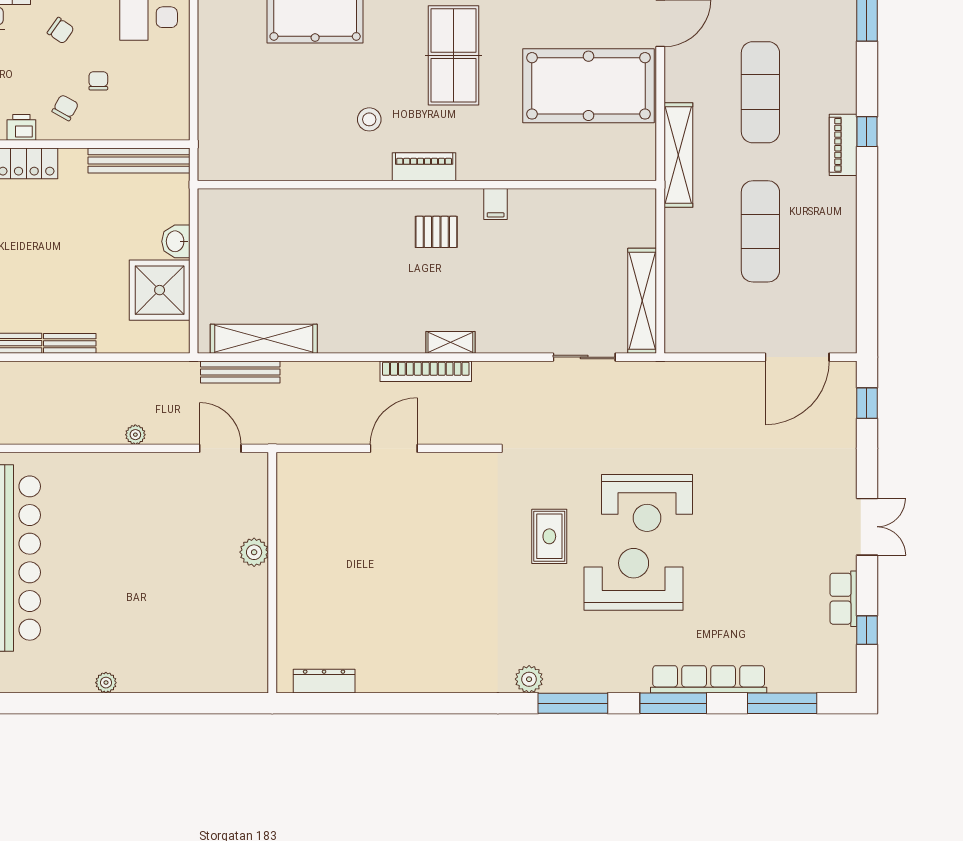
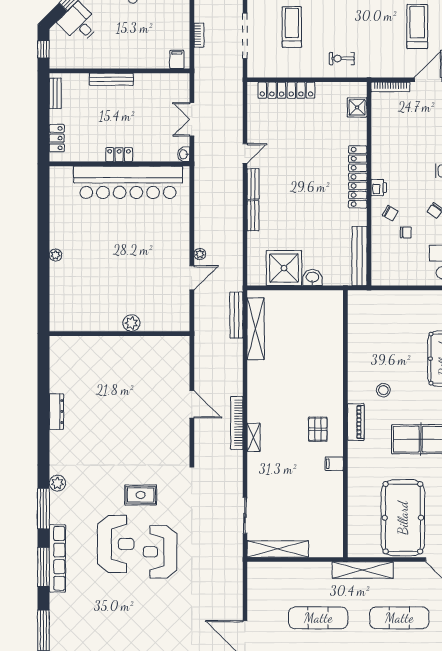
door: (220, 448) -> (192, 278), moved
row of seats: (709, 679) -> (57, 558), moved
dresser: (324, 681) -> (56, 412), moved
plant: (106, 683) -> (56, 255), moved

